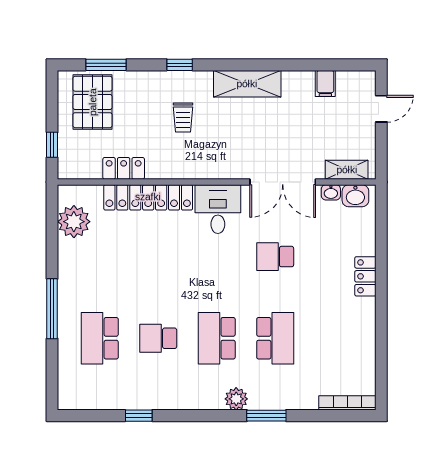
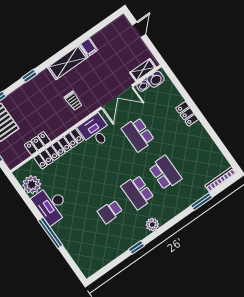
filing cabinet: (325, 83) -> (89, 47), moved
trolley: (183, 118) -> (73, 101), moved
school desk: (275, 257) -> (138, 134), width x1.85
desk: (81, 270) -> (51, 205), added
school desk: (100, 338) -> (83, 231), removed
plant: (236, 399) -> (152, 224), moved
window: (139, 416) -> (136, 247), moved
window: (266, 416) -> (202, 202), moved

